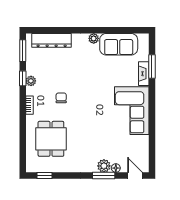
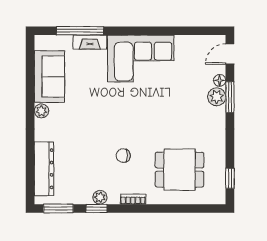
window: (152, 66) -> (80, 31), width x1.44

